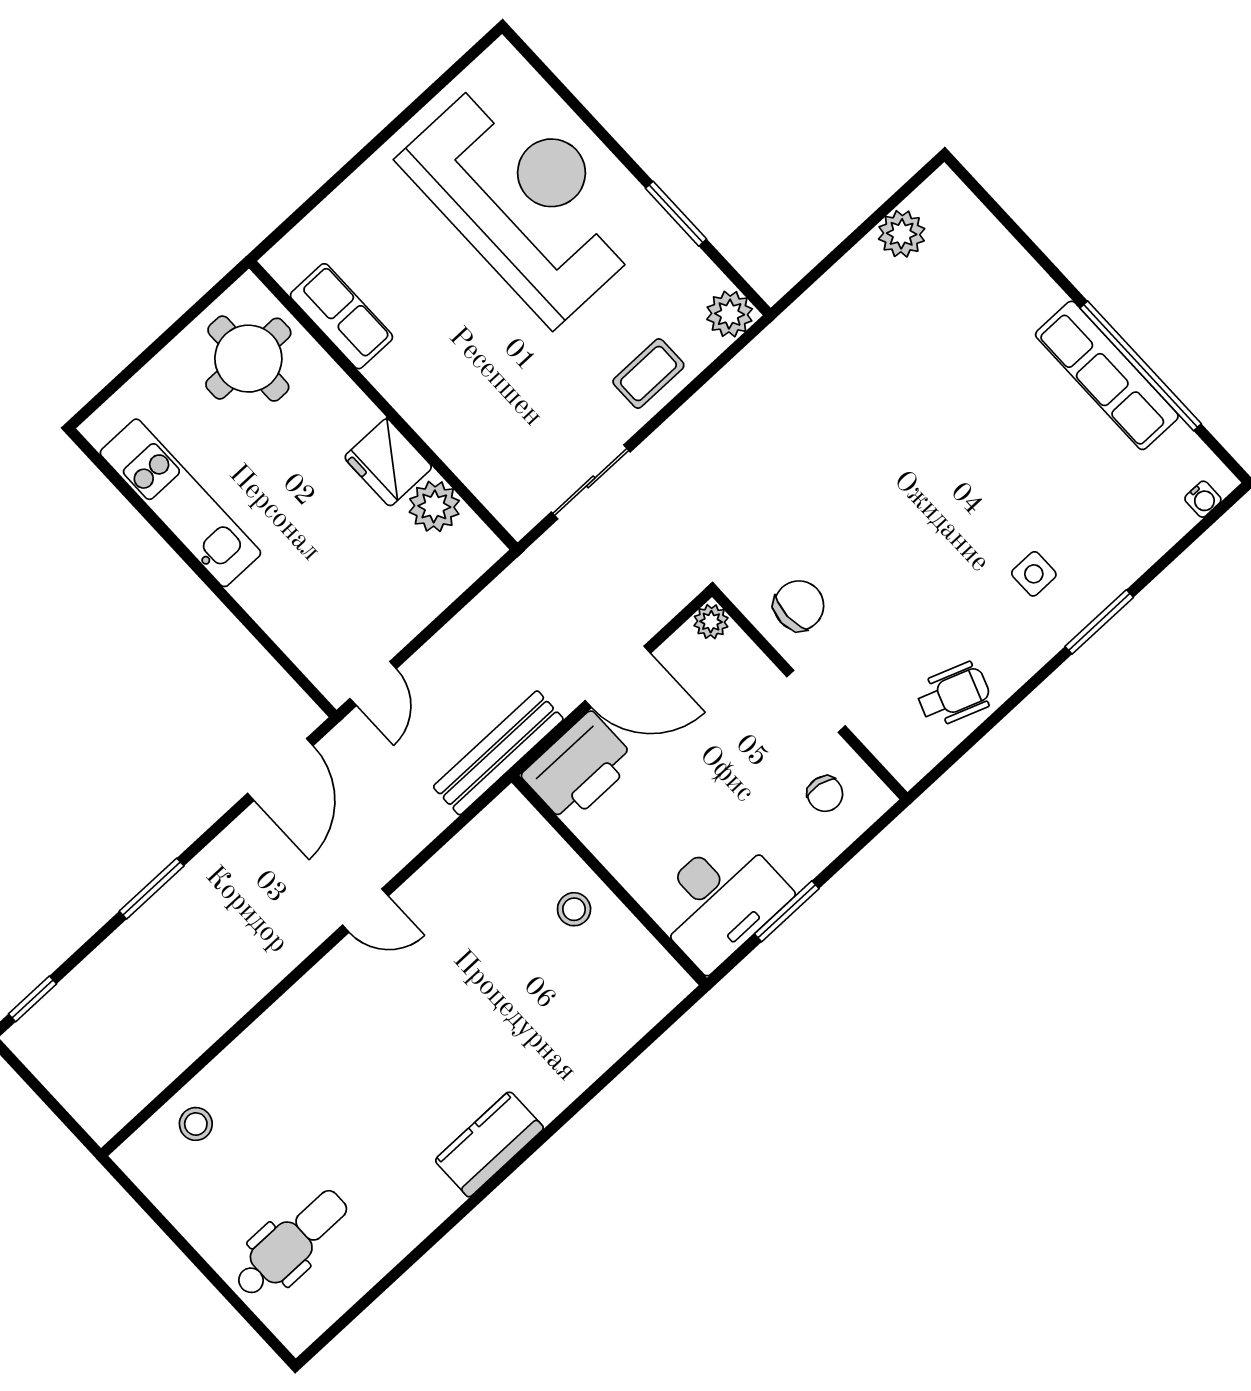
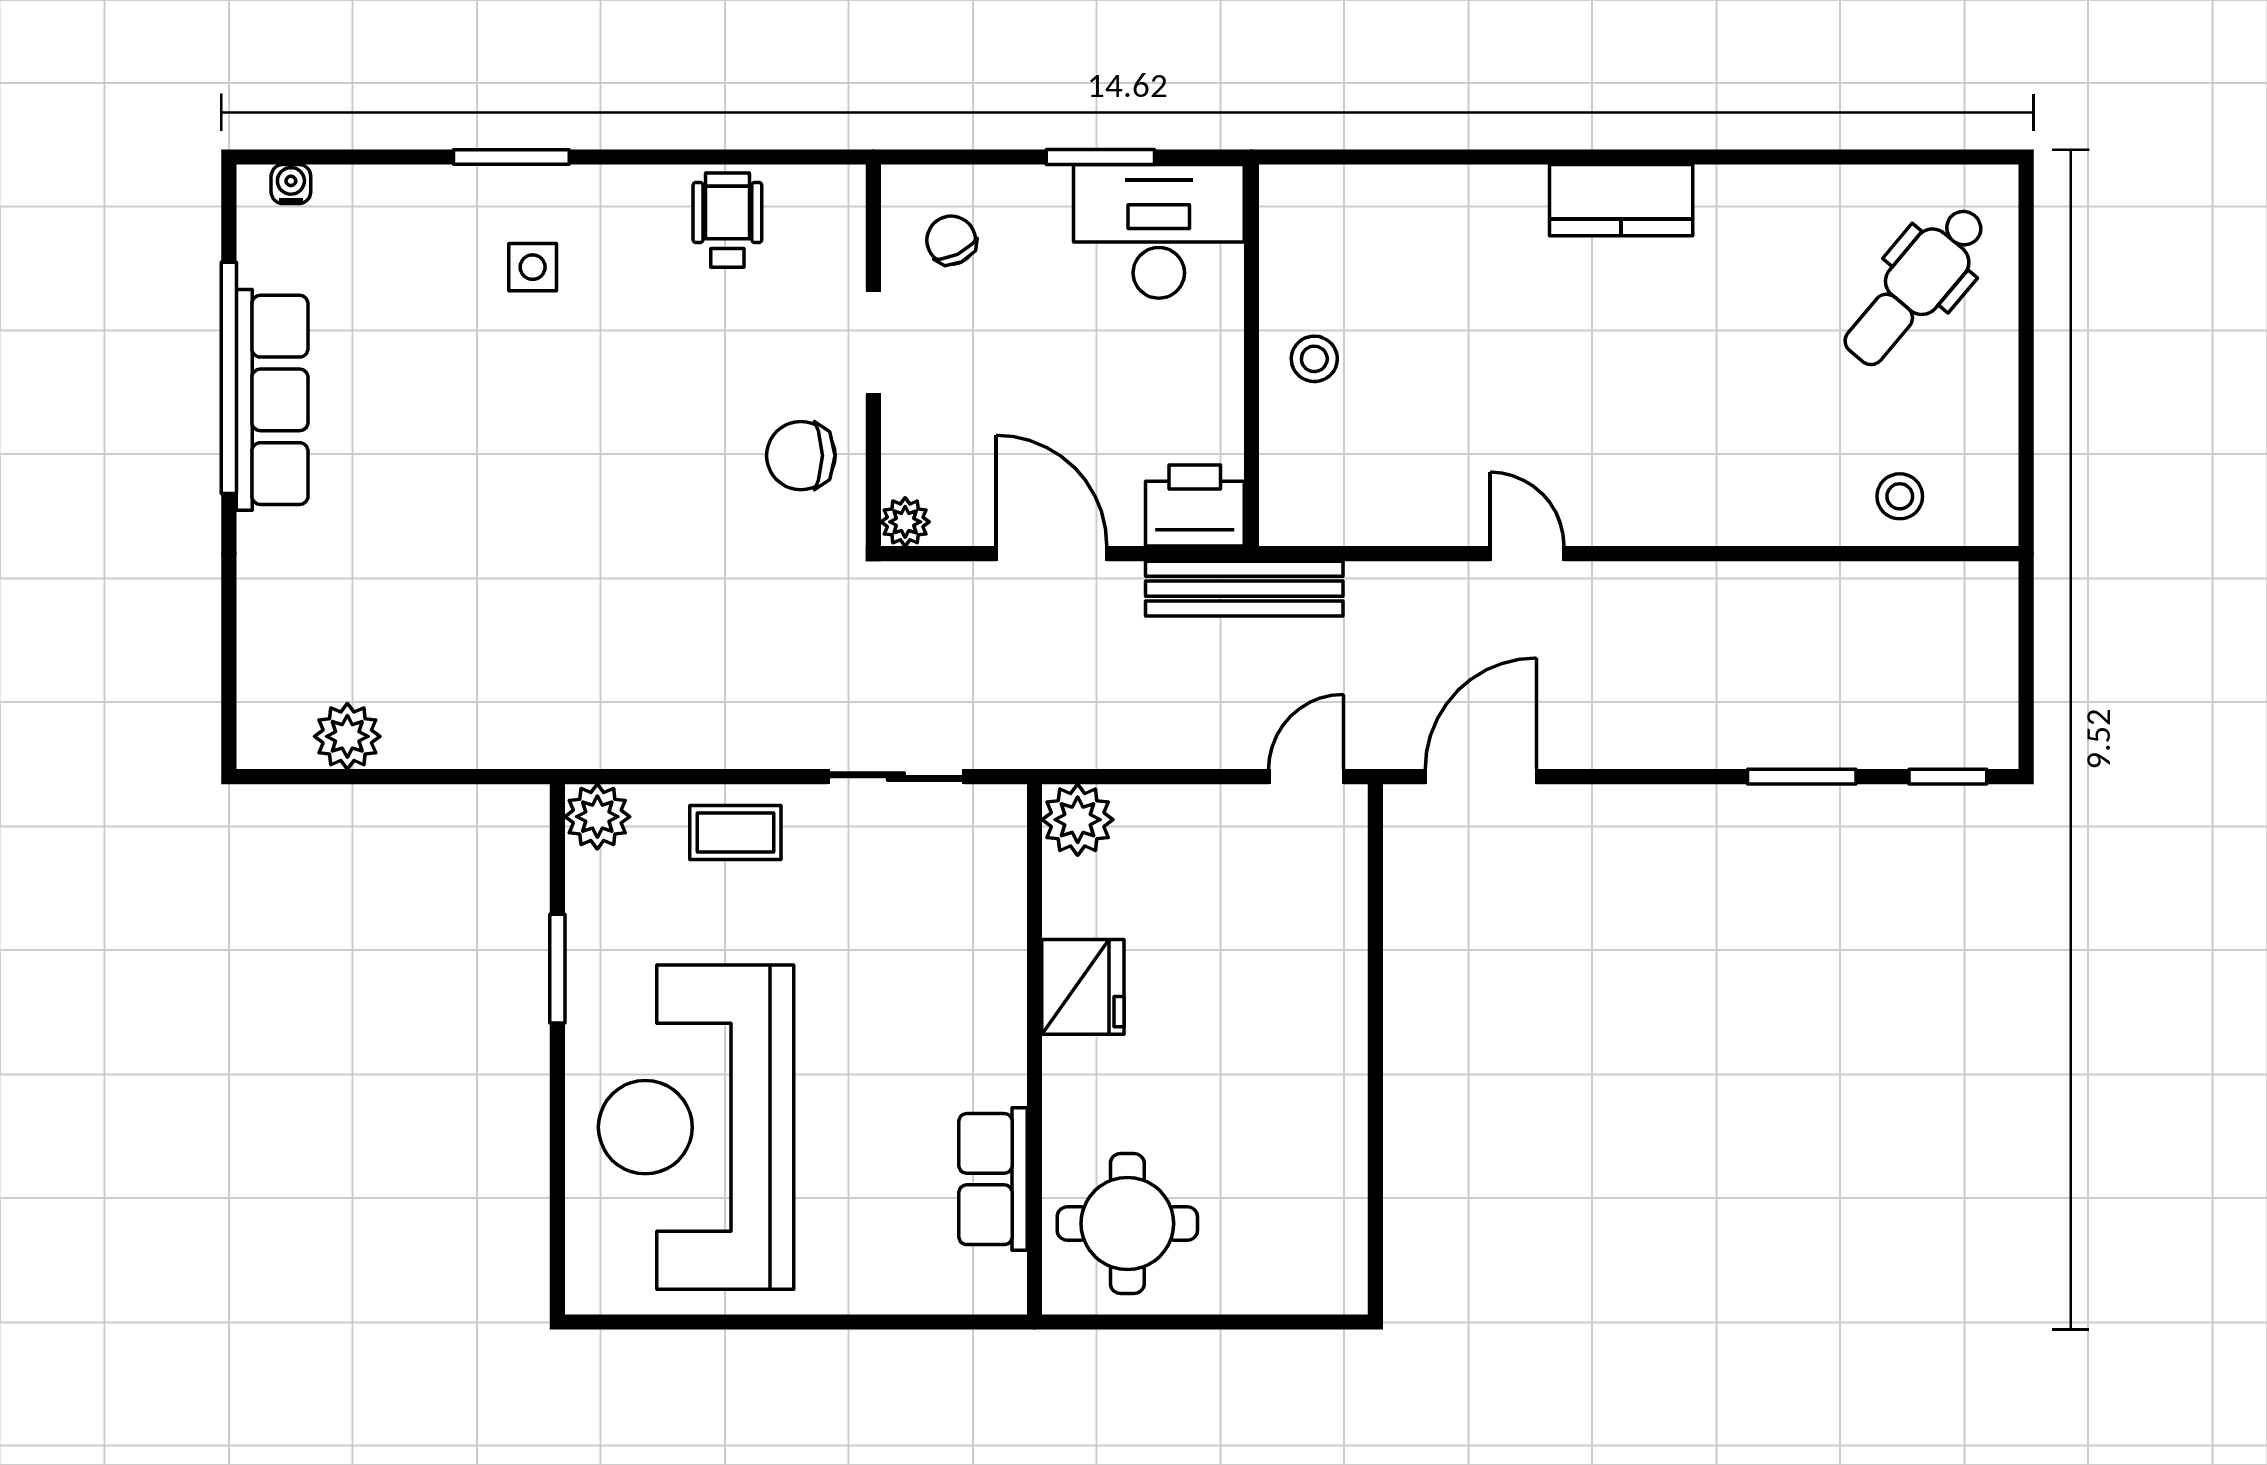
kitchen unit: (180, 503) -> (1332, 1141), removed
plant: (434, 506) -> (1078, 820), moved
wheelchair: (954, 694) -> (727, 220), turned 70
printer: (579, 768) -> (1195, 505), width x0.73, depth x0.84
chair: (825, 794) -> (951, 240), turned -36
window: (152, 889) -> (1802, 777), moved
dental chair: (291, 1243) -> (1915, 286), turned -50

